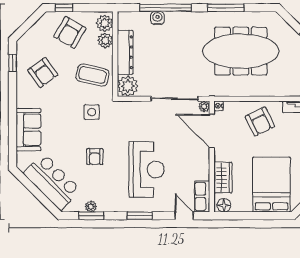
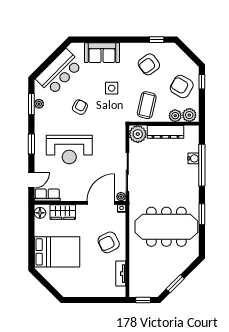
window: (226, 8) -> (202, 214), width x0.69
meeting table: (241, 51) -> (166, 227), turned 90
side table: (92, 112) -> (112, 88), moved
armchair: (95, 157) -> (80, 107), turned 117

